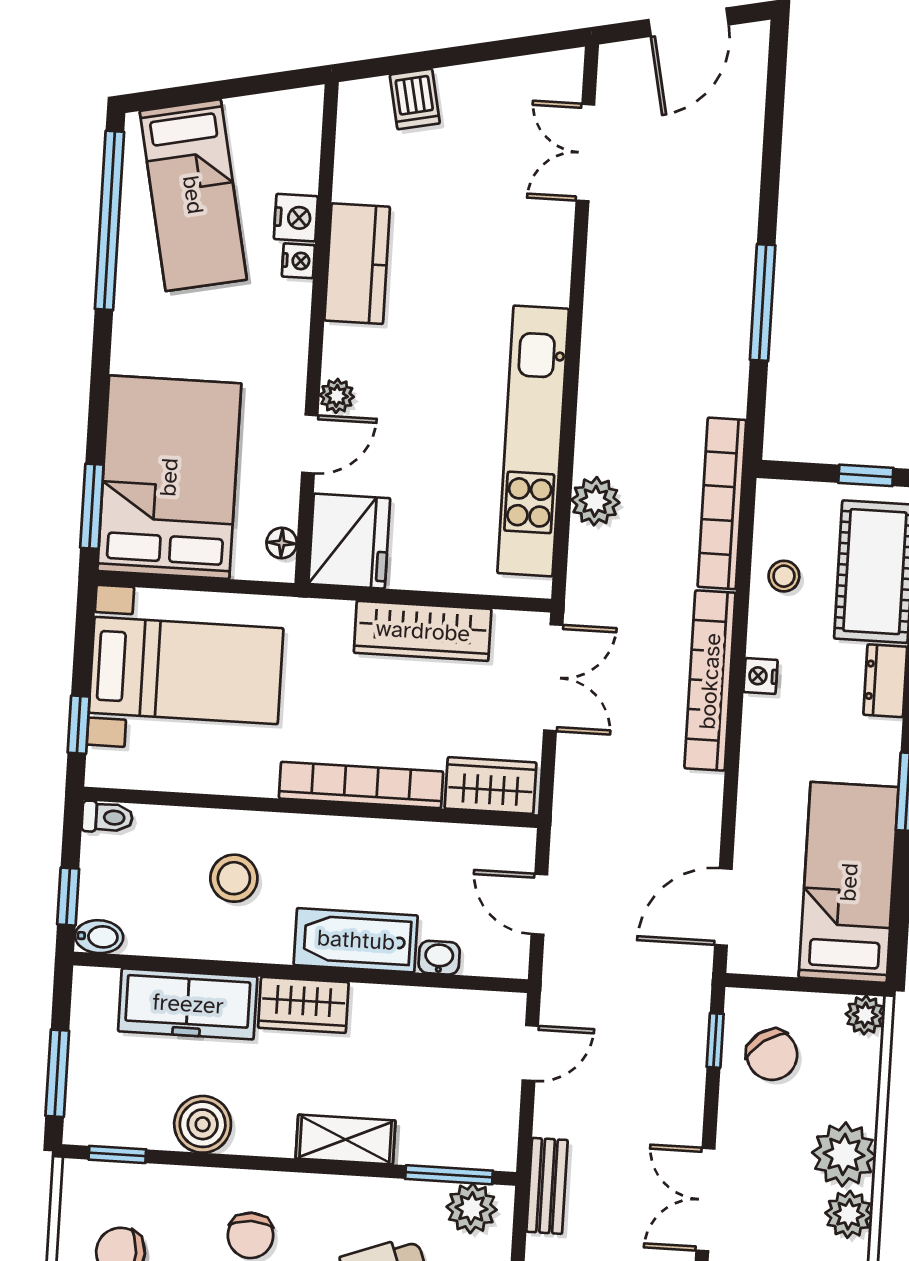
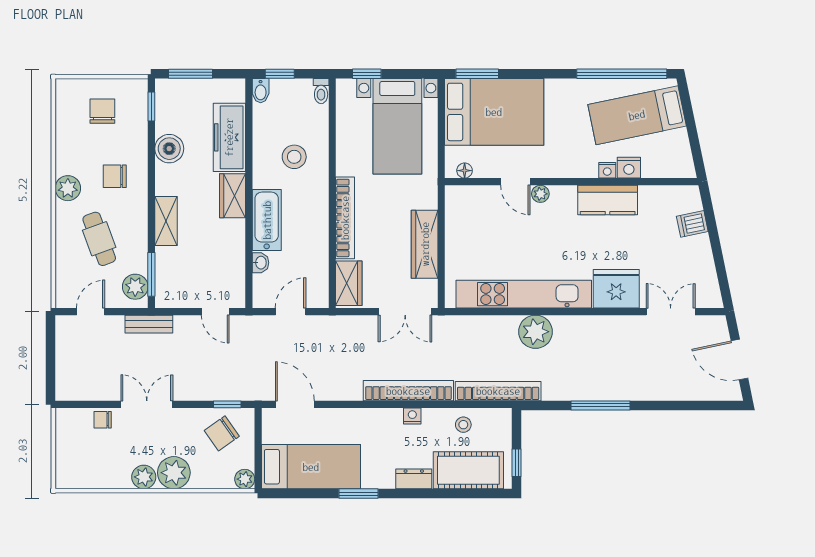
plant: (595, 501) -> (535, 332), moved, width x1.36, depth x1.36
fridge: (349, 541) -> (616, 289), moved, turned 180

